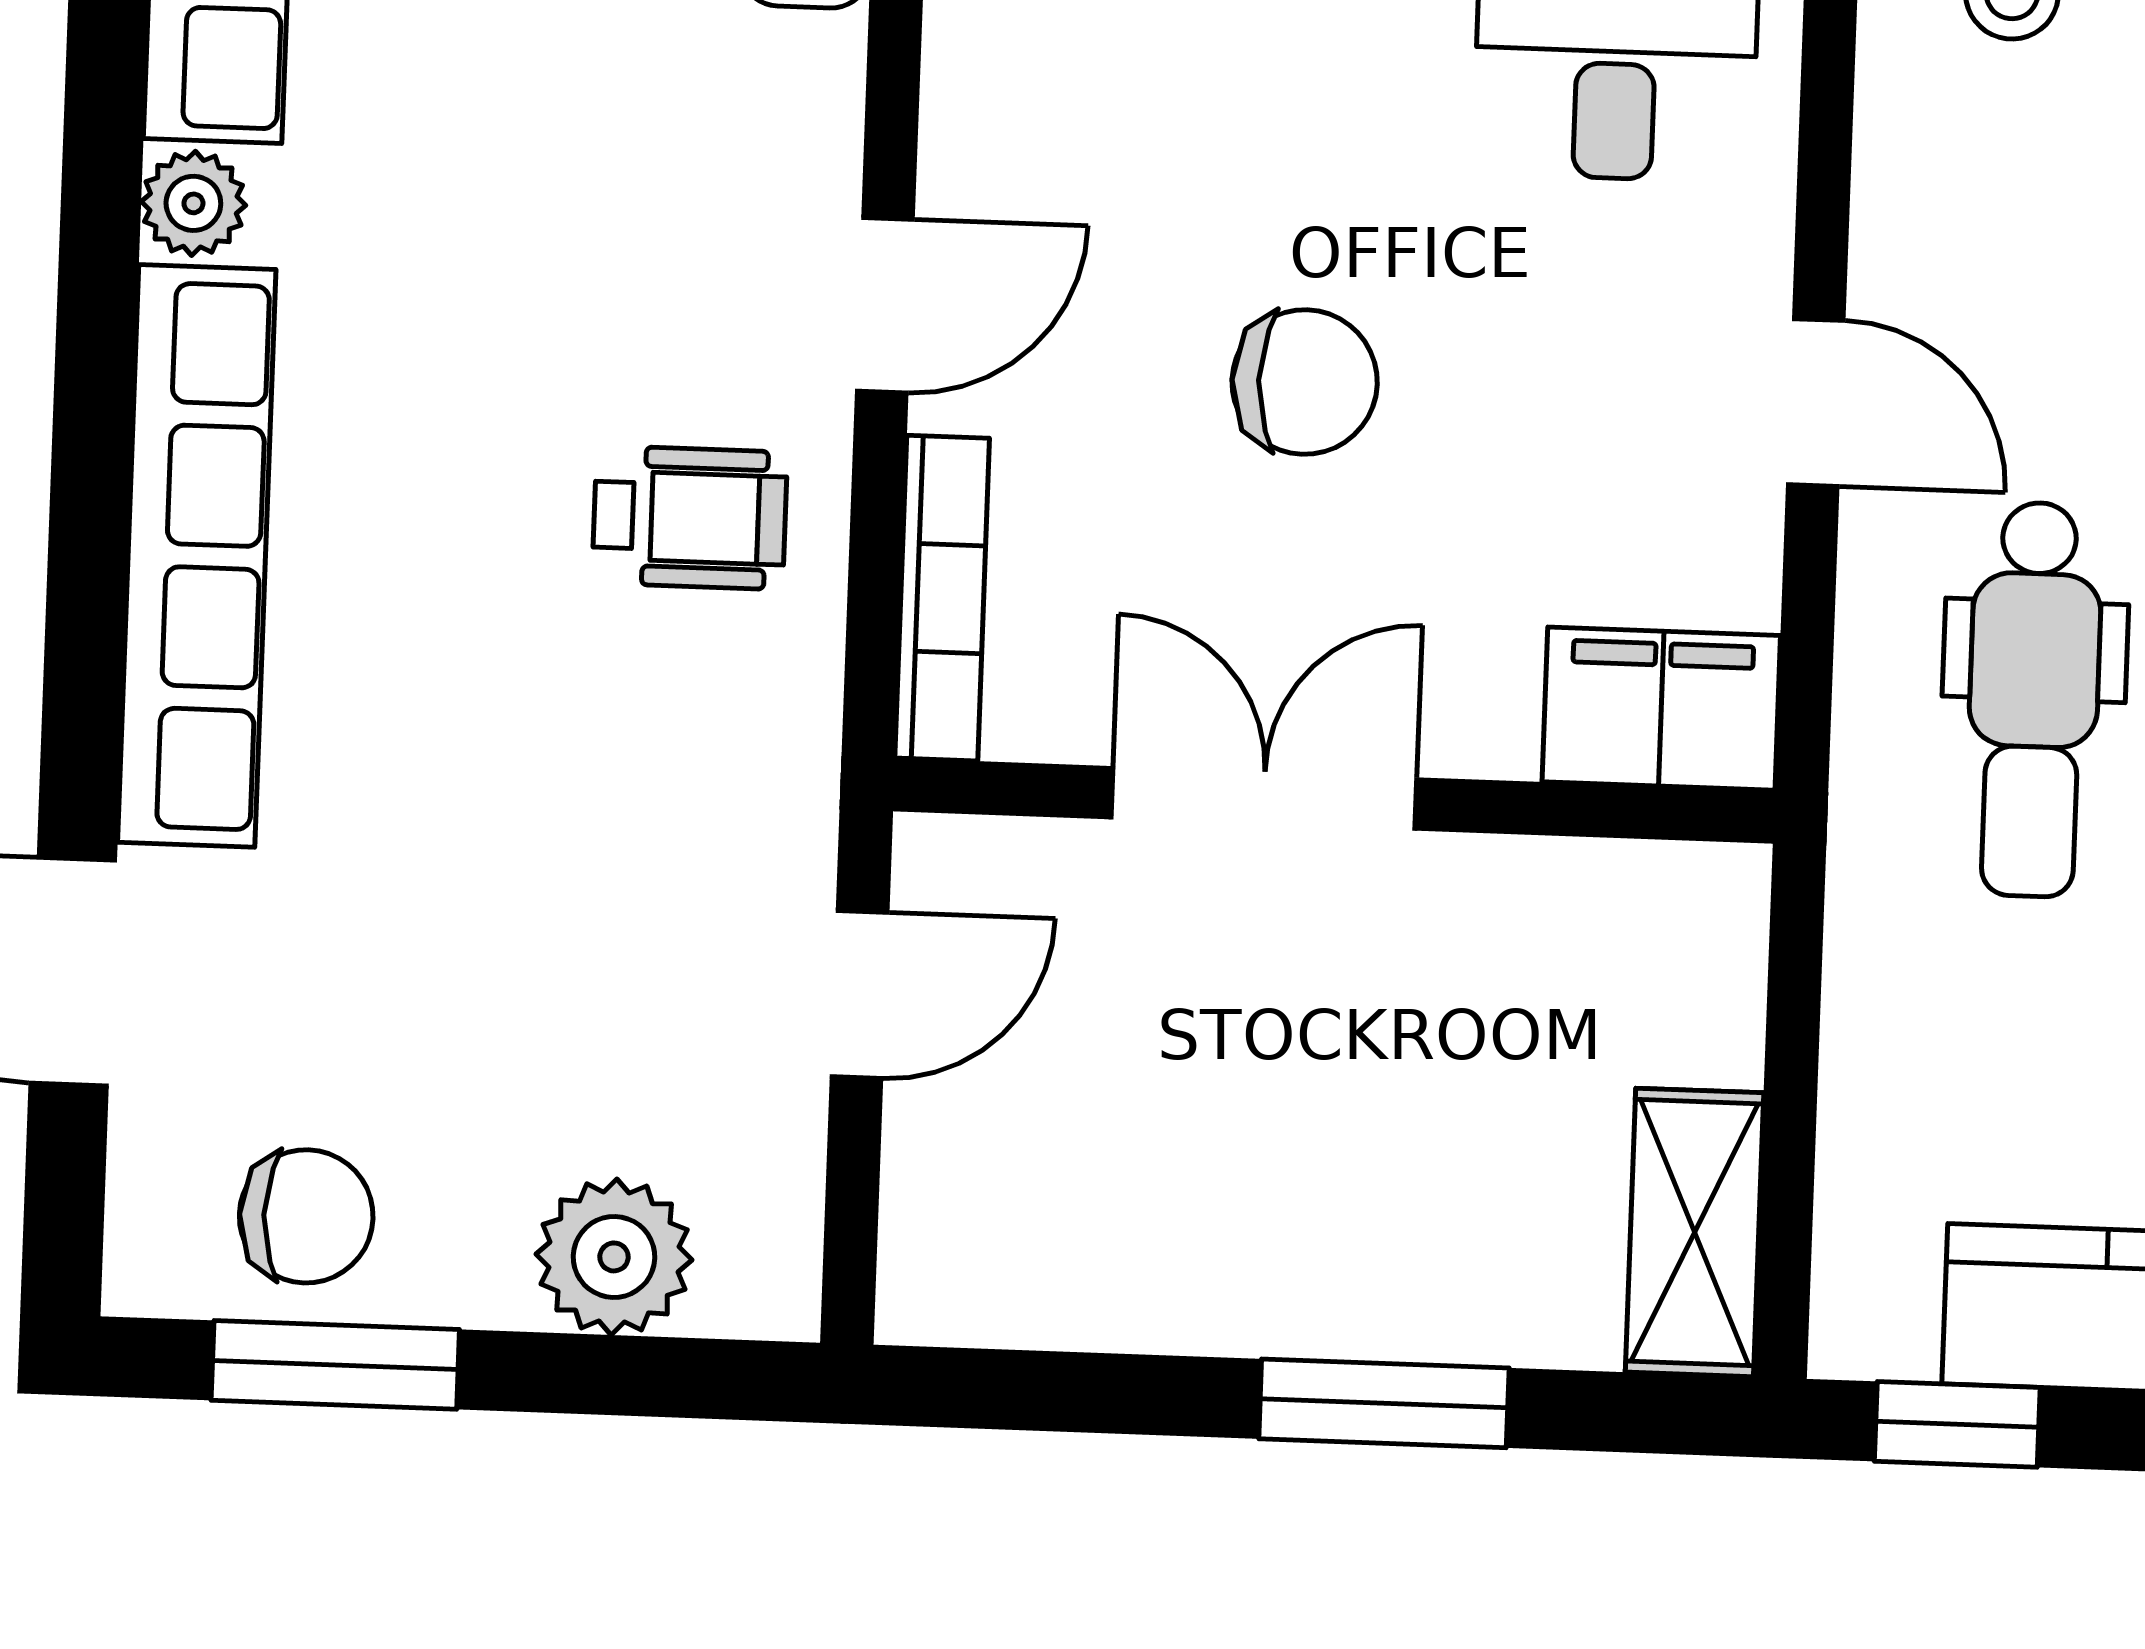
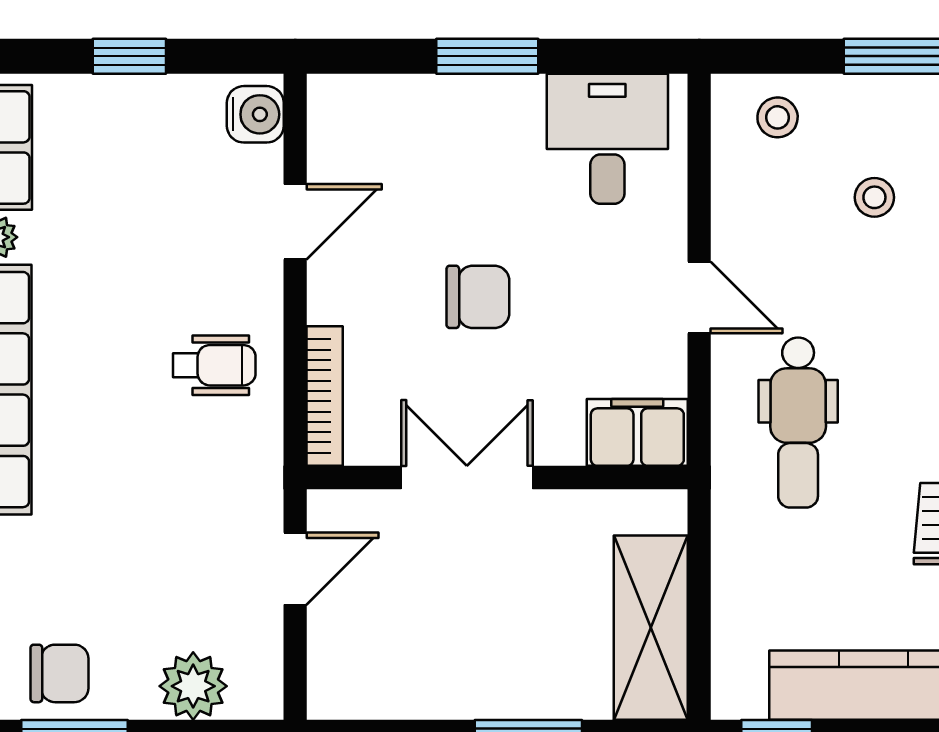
door: (885, 305) -> (295, 222), moved
shelving: (1695, 1232) -> (651, 628), width x1.50, depth x1.33

